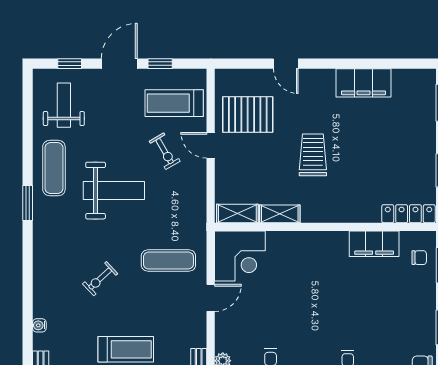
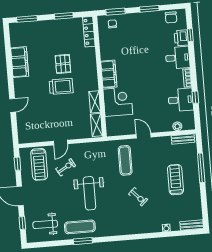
window: (160, 64) -> (17, 164), moved
pallet: (248, 114) -> (63, 64), moved, width x0.67, depth x0.71
trolley: (313, 155) -> (61, 86), turned 180
weight bench: (114, 191) -> (89, 193), turned 180
window: (28, 203) -> (83, 241), moved
filing cabinet: (374, 244) -> (109, 74), moved
corner desk: (240, 256) -> (118, 102), moved

